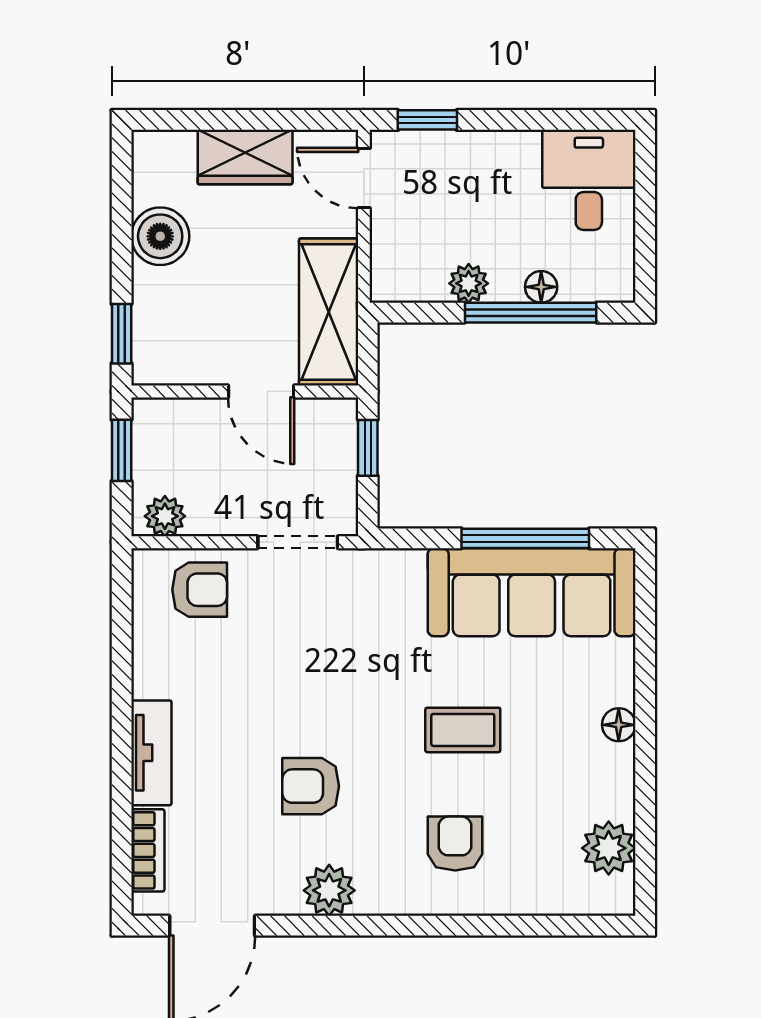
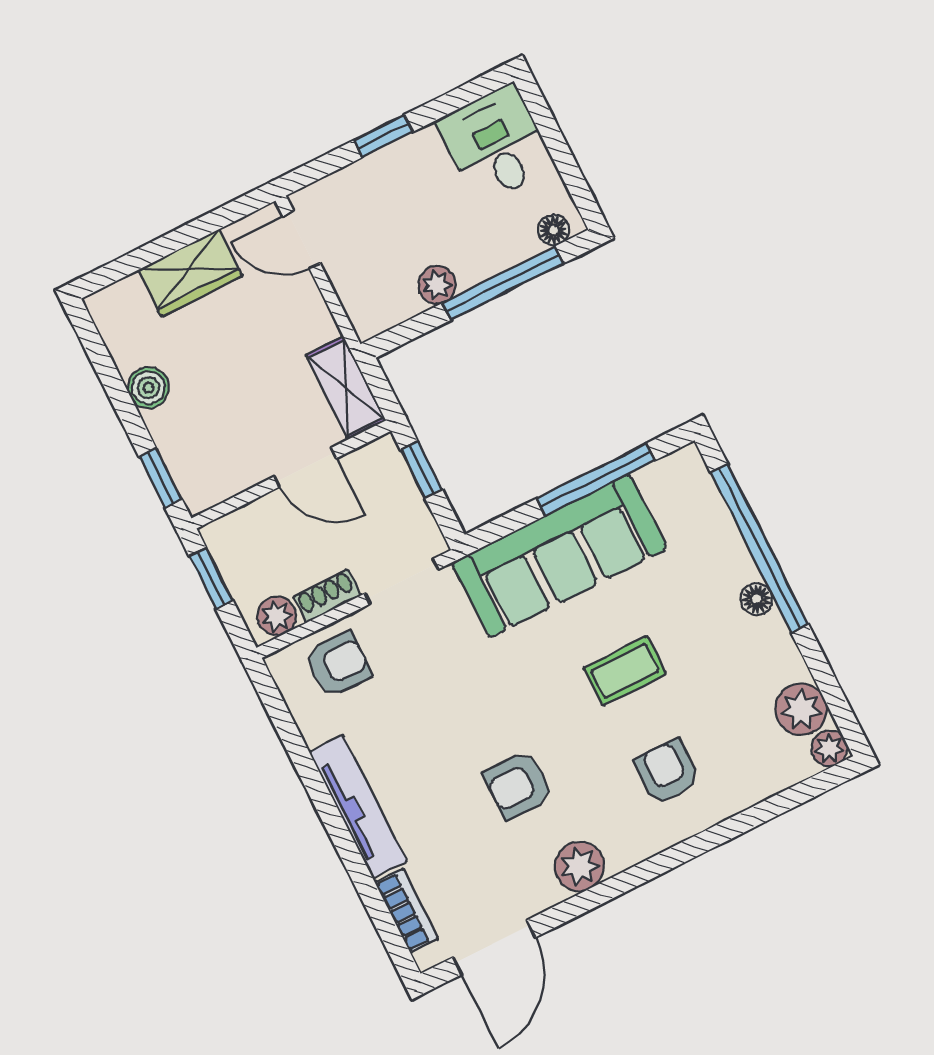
window: (427, 120) -> (383, 136), moved
boiler: (160, 236) -> (148, 388), width x0.73, depth x0.73
floor lamp: (541, 287) -> (554, 230), moved
shelving: (329, 312) -> (346, 388), width x0.67, depth x0.75
shoe rack: (221, 521) -> (327, 596), added
sofa: (532, 592) -> (559, 556), moved
window: (645, 679) -> (759, 548), added
tv unit: (151, 753) -> (358, 807), width x1.41
plant: (617, 897) -> (829, 748), added

